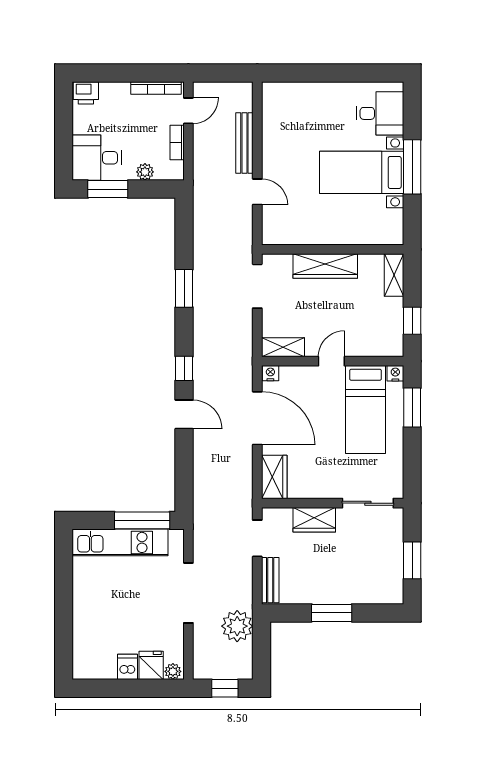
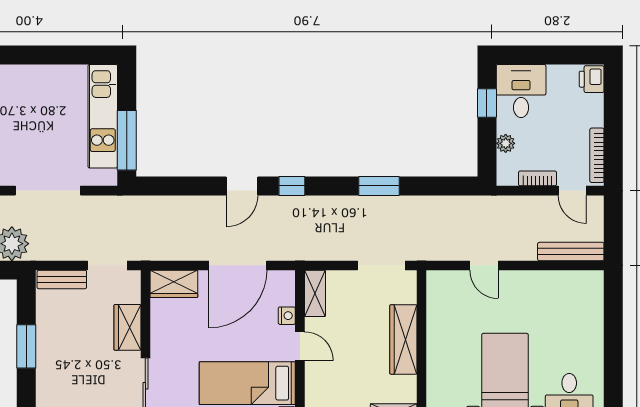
bench: (244, 143) -> (571, 252), moved
window: (108, 189) -> (487, 103), width x0.67
door: (257, 192) -> (484, 265), hinge flipped
nightstand: (270, 373) -> (287, 316), moved

